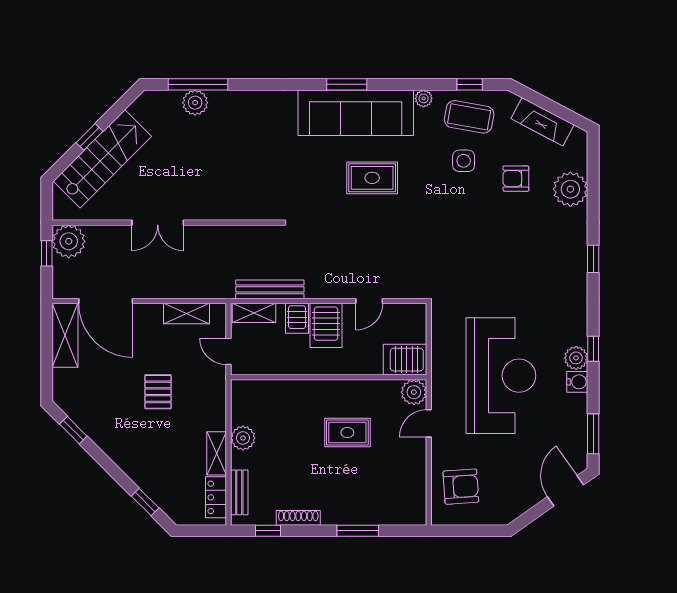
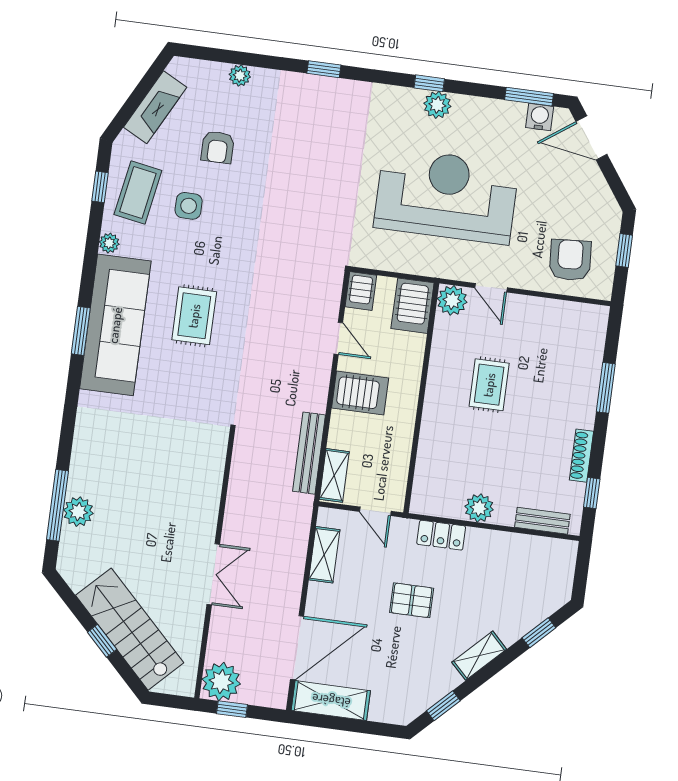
plant: (570, 189) -> (240, 76), width x0.53, depth x0.53
server rack: (297, 318) -> (361, 291), moved, turned 90
door: (229, 351) -> (375, 511), hinge flipped
water cooler: (577, 382) -> (540, 117), moved
shelving: (217, 453) -> (479, 656), moved, turned -45
locker: (216, 497) -> (441, 535), moved
window: (475, 531) -> (624, 251), added

